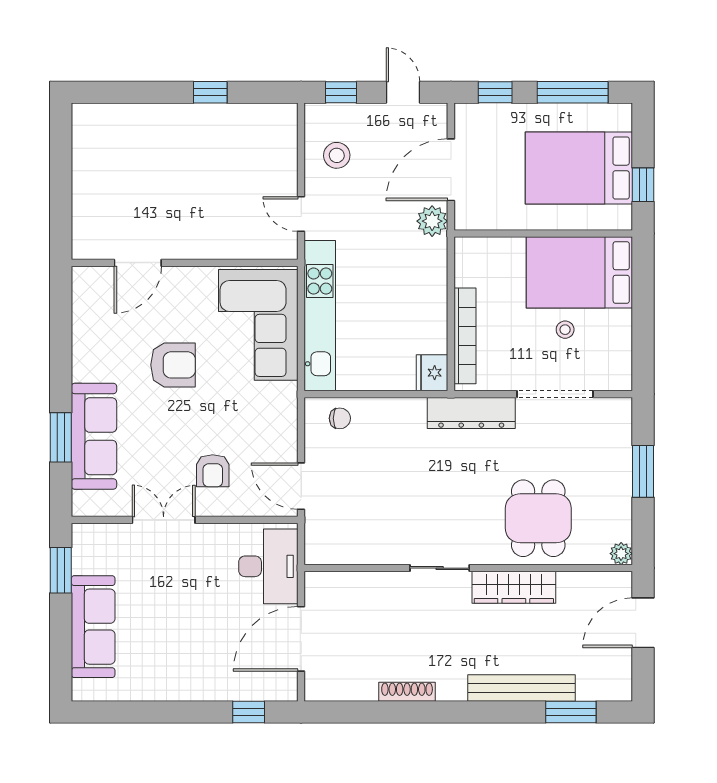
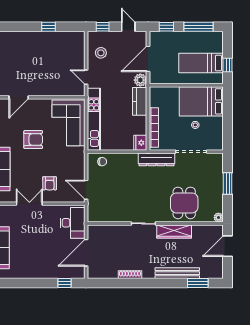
bed: (579, 168) -> (201, 63), width x0.67
kitchen counter: (431, 273) -> (140, 101), added

